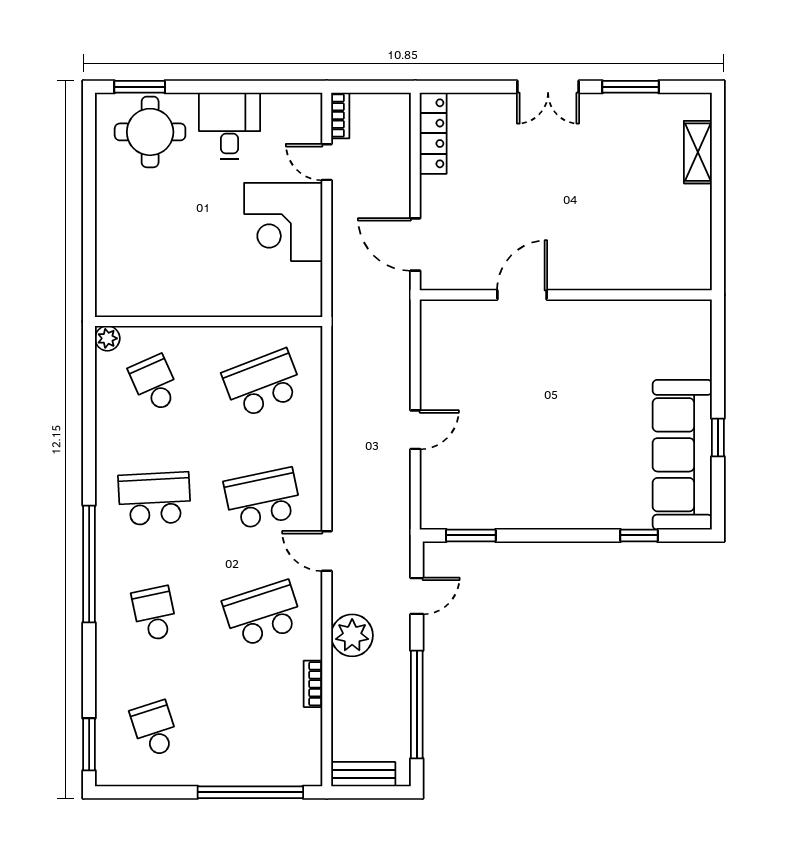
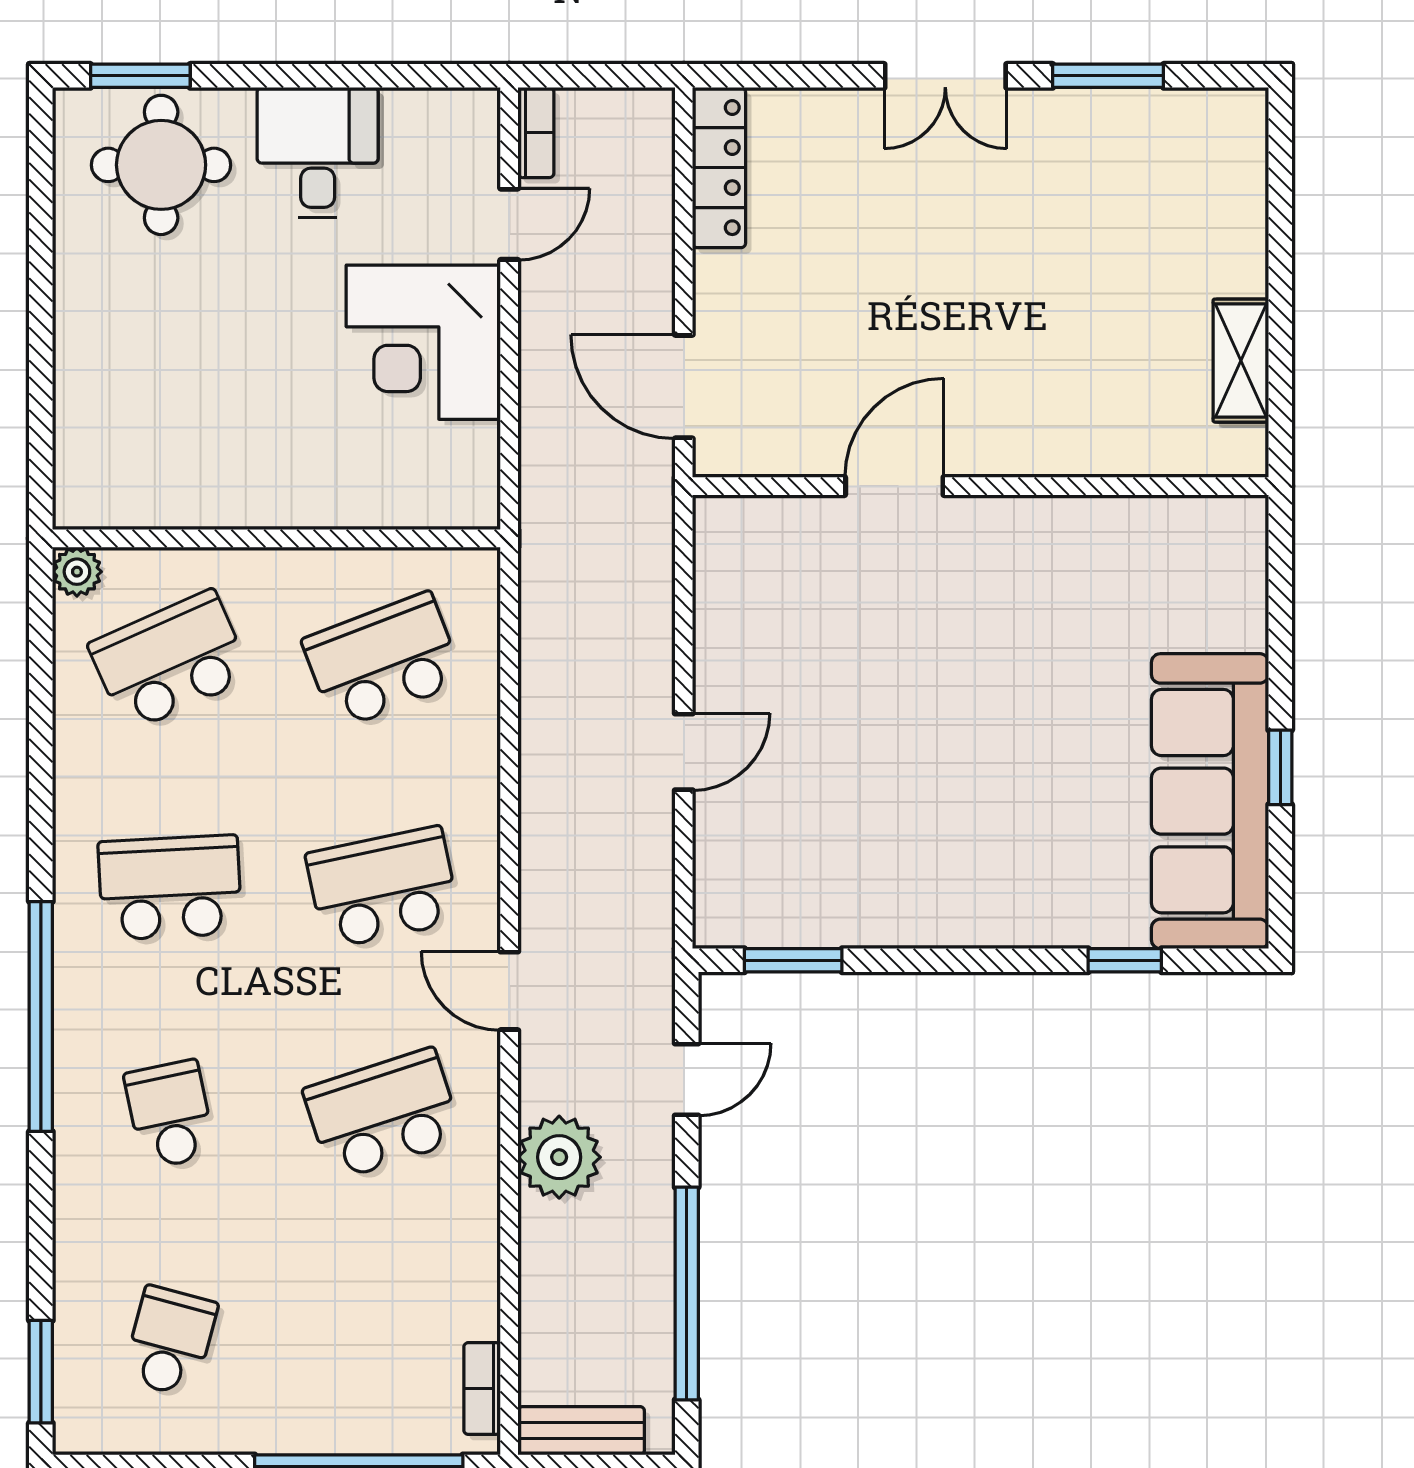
shelving: (698, 152) -> (1241, 361), moved
door: (327, 162) -> (509, 224), swing flipped
school desk: (155, 383) -> (170, 661), width x1.85
bookcase: (313, 684) -> (482, 1389), moved
school desk: (155, 729) -> (170, 1341), turned 33

